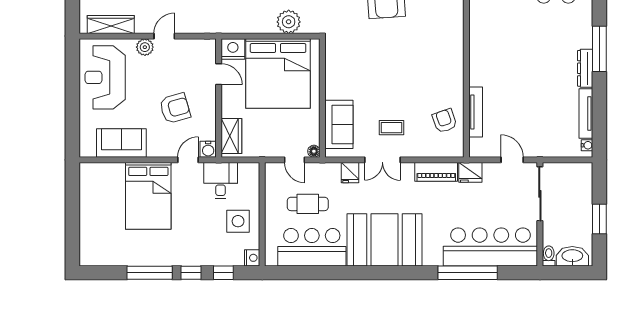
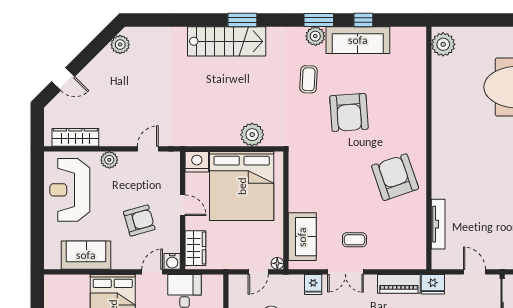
door: (164, 36) -> (148, 149), moved
door: (219, 74) -> (183, 205), moved
armchair: (445, 121) -> (395, 177), moved, width x1.88, depth x1.88
door: (295, 160) -> (258, 272), hinge flipped

